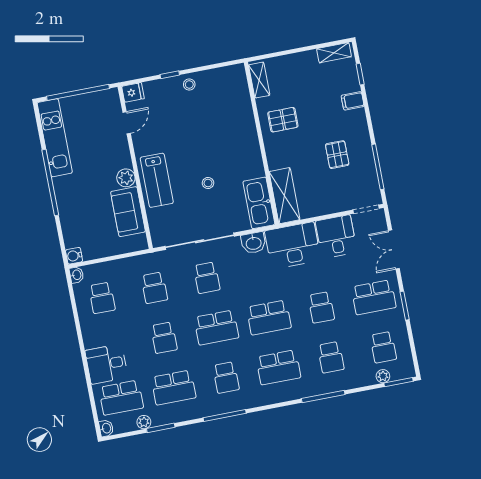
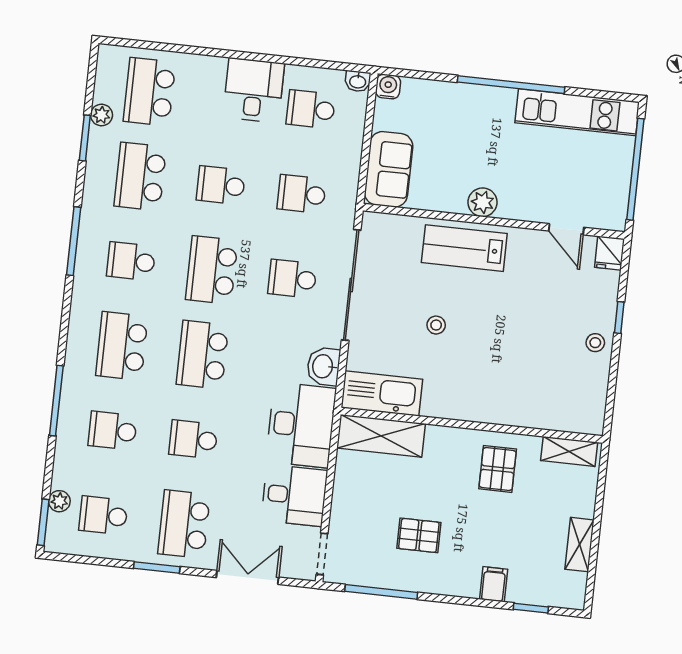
shelving: (334, 53) -> (579, 545), moved
sofa: (128, 212) -> (389, 169), moved, turned 90
desk: (107, 364) -> (254, 90), moved
washbasin: (106, 428) -> (110, 55), removed

